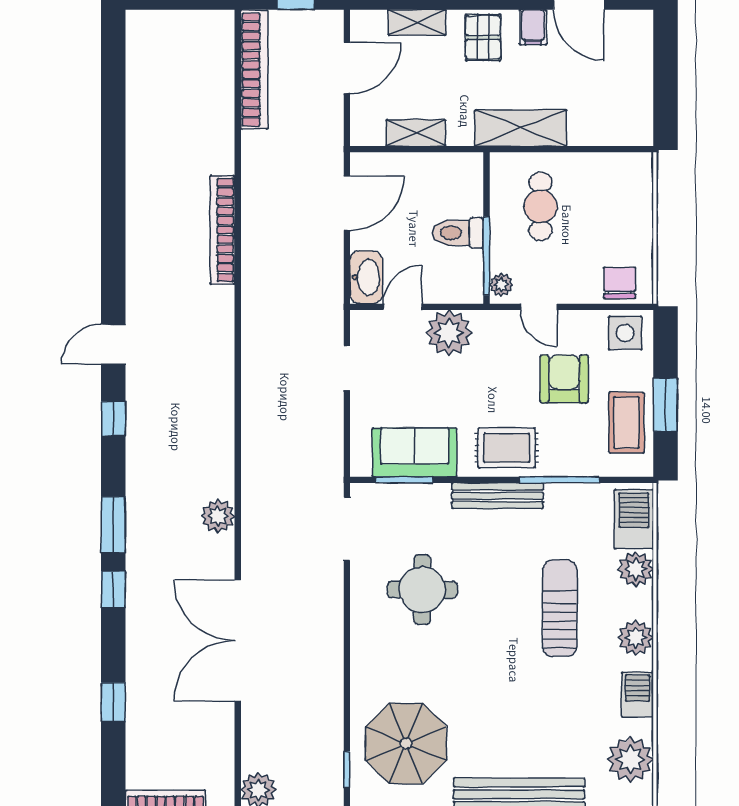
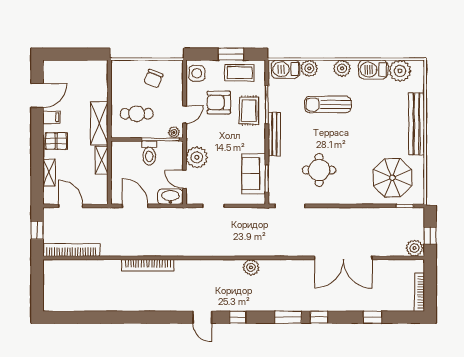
shelving: (416, 133) -> (102, 160), moved
chair: (620, 283) -> (153, 79), moved, turned -68
rug: (507, 448) -> (249, 111), moved
plant: (218, 516) -> (251, 267), moved
barbecue: (638, 695) -> (373, 69), width x1.38, depth x1.27

